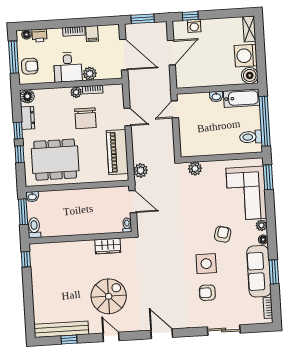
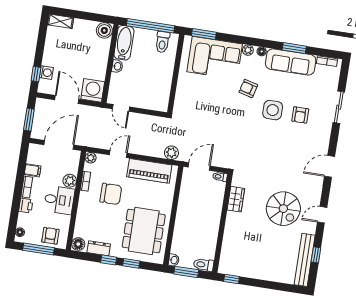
printer: (39, 36) -> (26, 206), moved
washing machine: (246, 56) -> (93, 90), moved, turned 180
plant: (76, 92) -> (91, 158), moved
plant: (195, 169) -> (181, 101), removed
spiral stairs: (109, 296) -> (283, 209), turned 180

